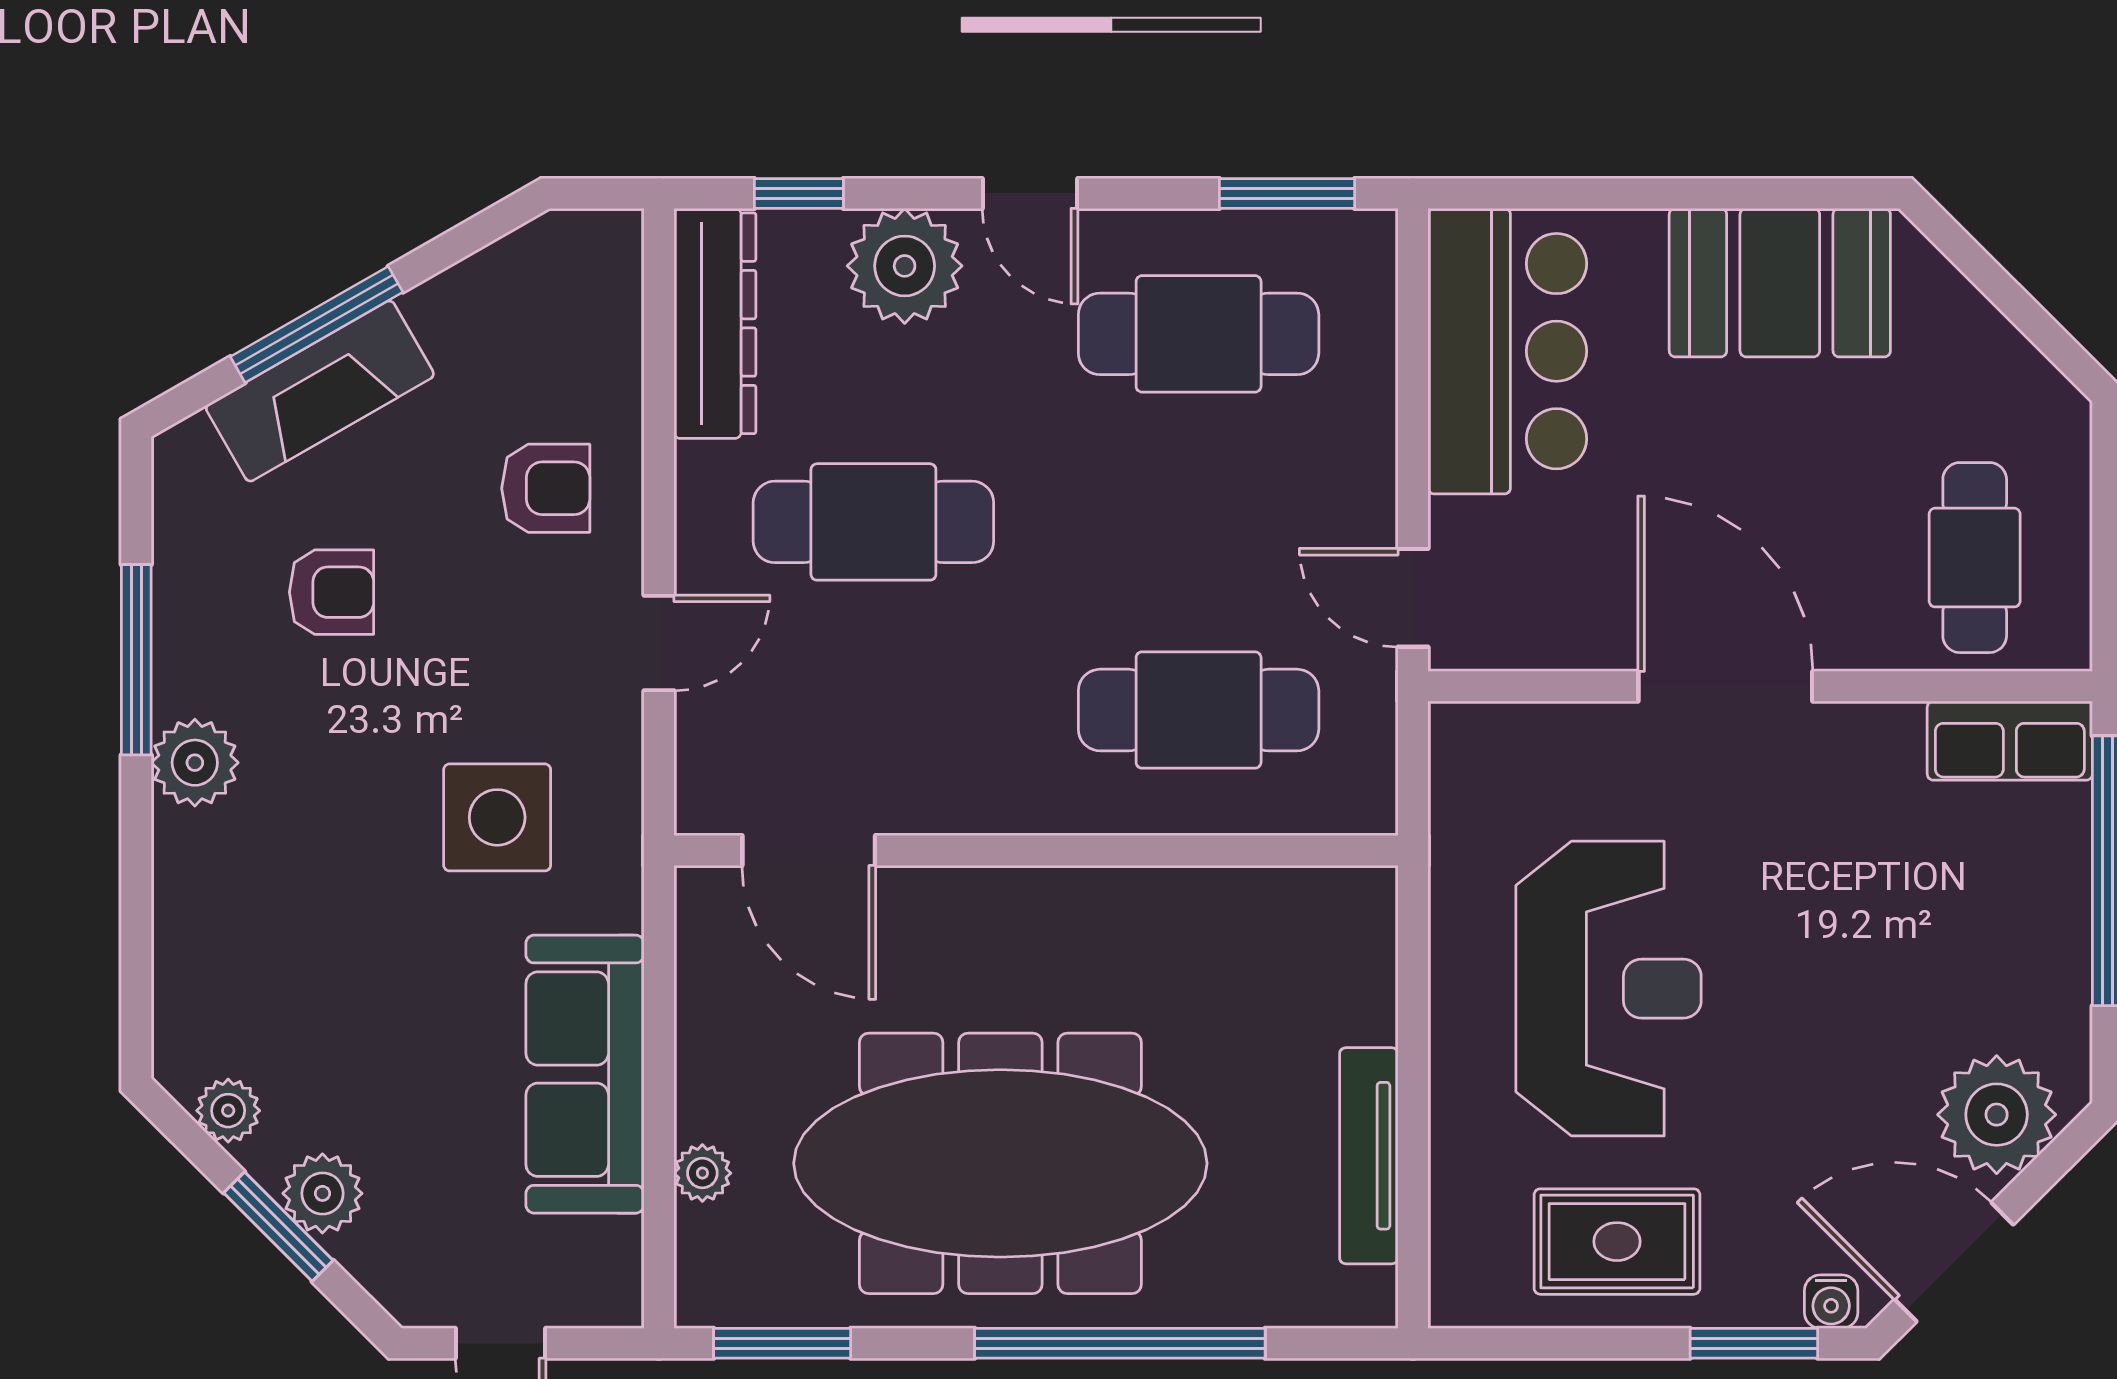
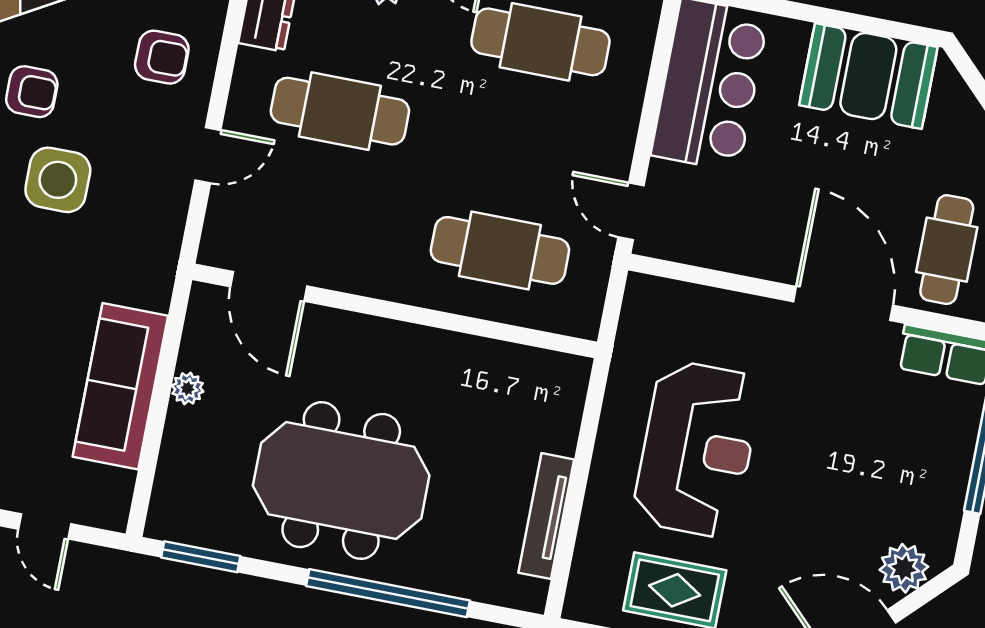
door: (1725, 686) -> (843, 303), moved
side table: (497, 817) -> (58, 180), moved
plant: (1997, 1115) -> (904, 568), width x0.73, depth x0.73
meeting table: (1000, 1163) -> (341, 481), width x0.73
plant: (702, 1173) -> (188, 388), moved

